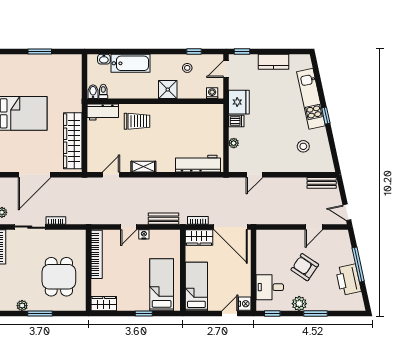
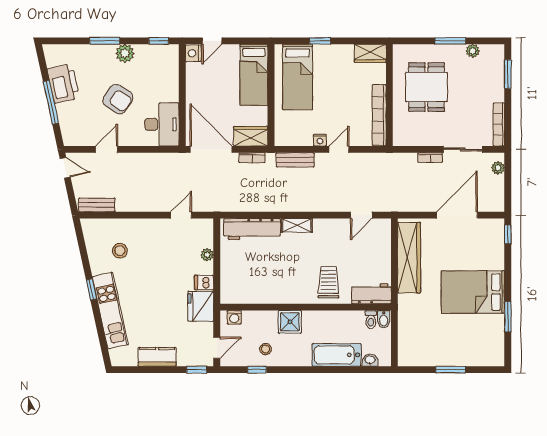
trolley: (137, 121) -> (328, 282), turned 90
shelving: (143, 167) -> (297, 225), moved
desk: (270, 287) -> (162, 124), moved, width x1.37

